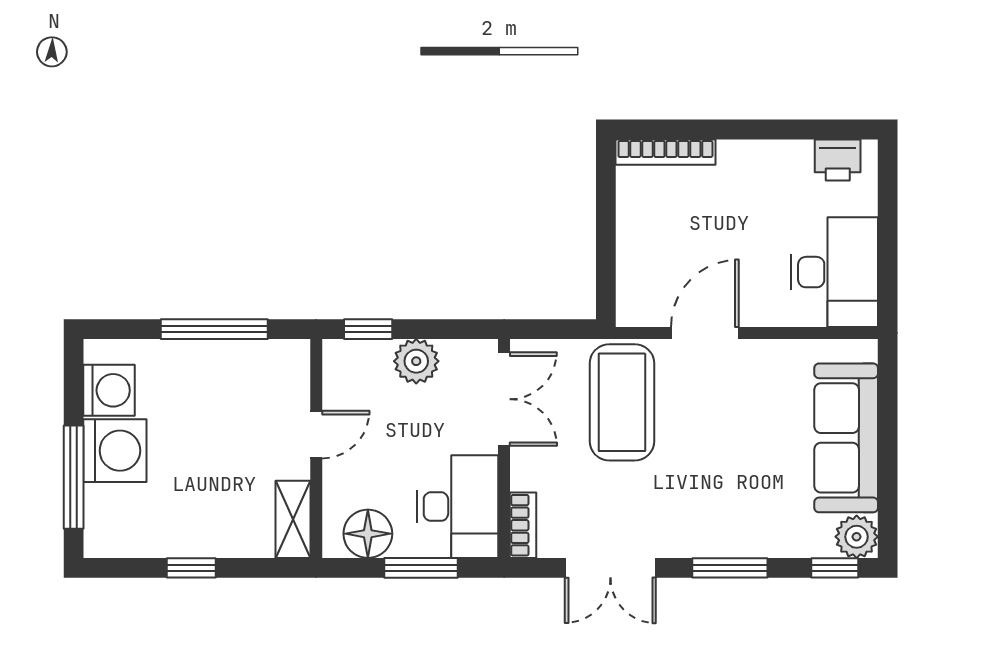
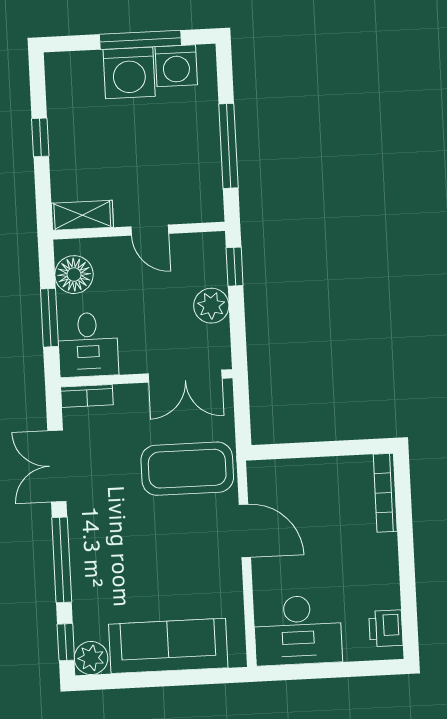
window: (74, 477) -> (140, 40), moved
desk: (458, 507) -> (88, 345), width x0.73
window: (730, 568) -> (62, 560), width x1.44

